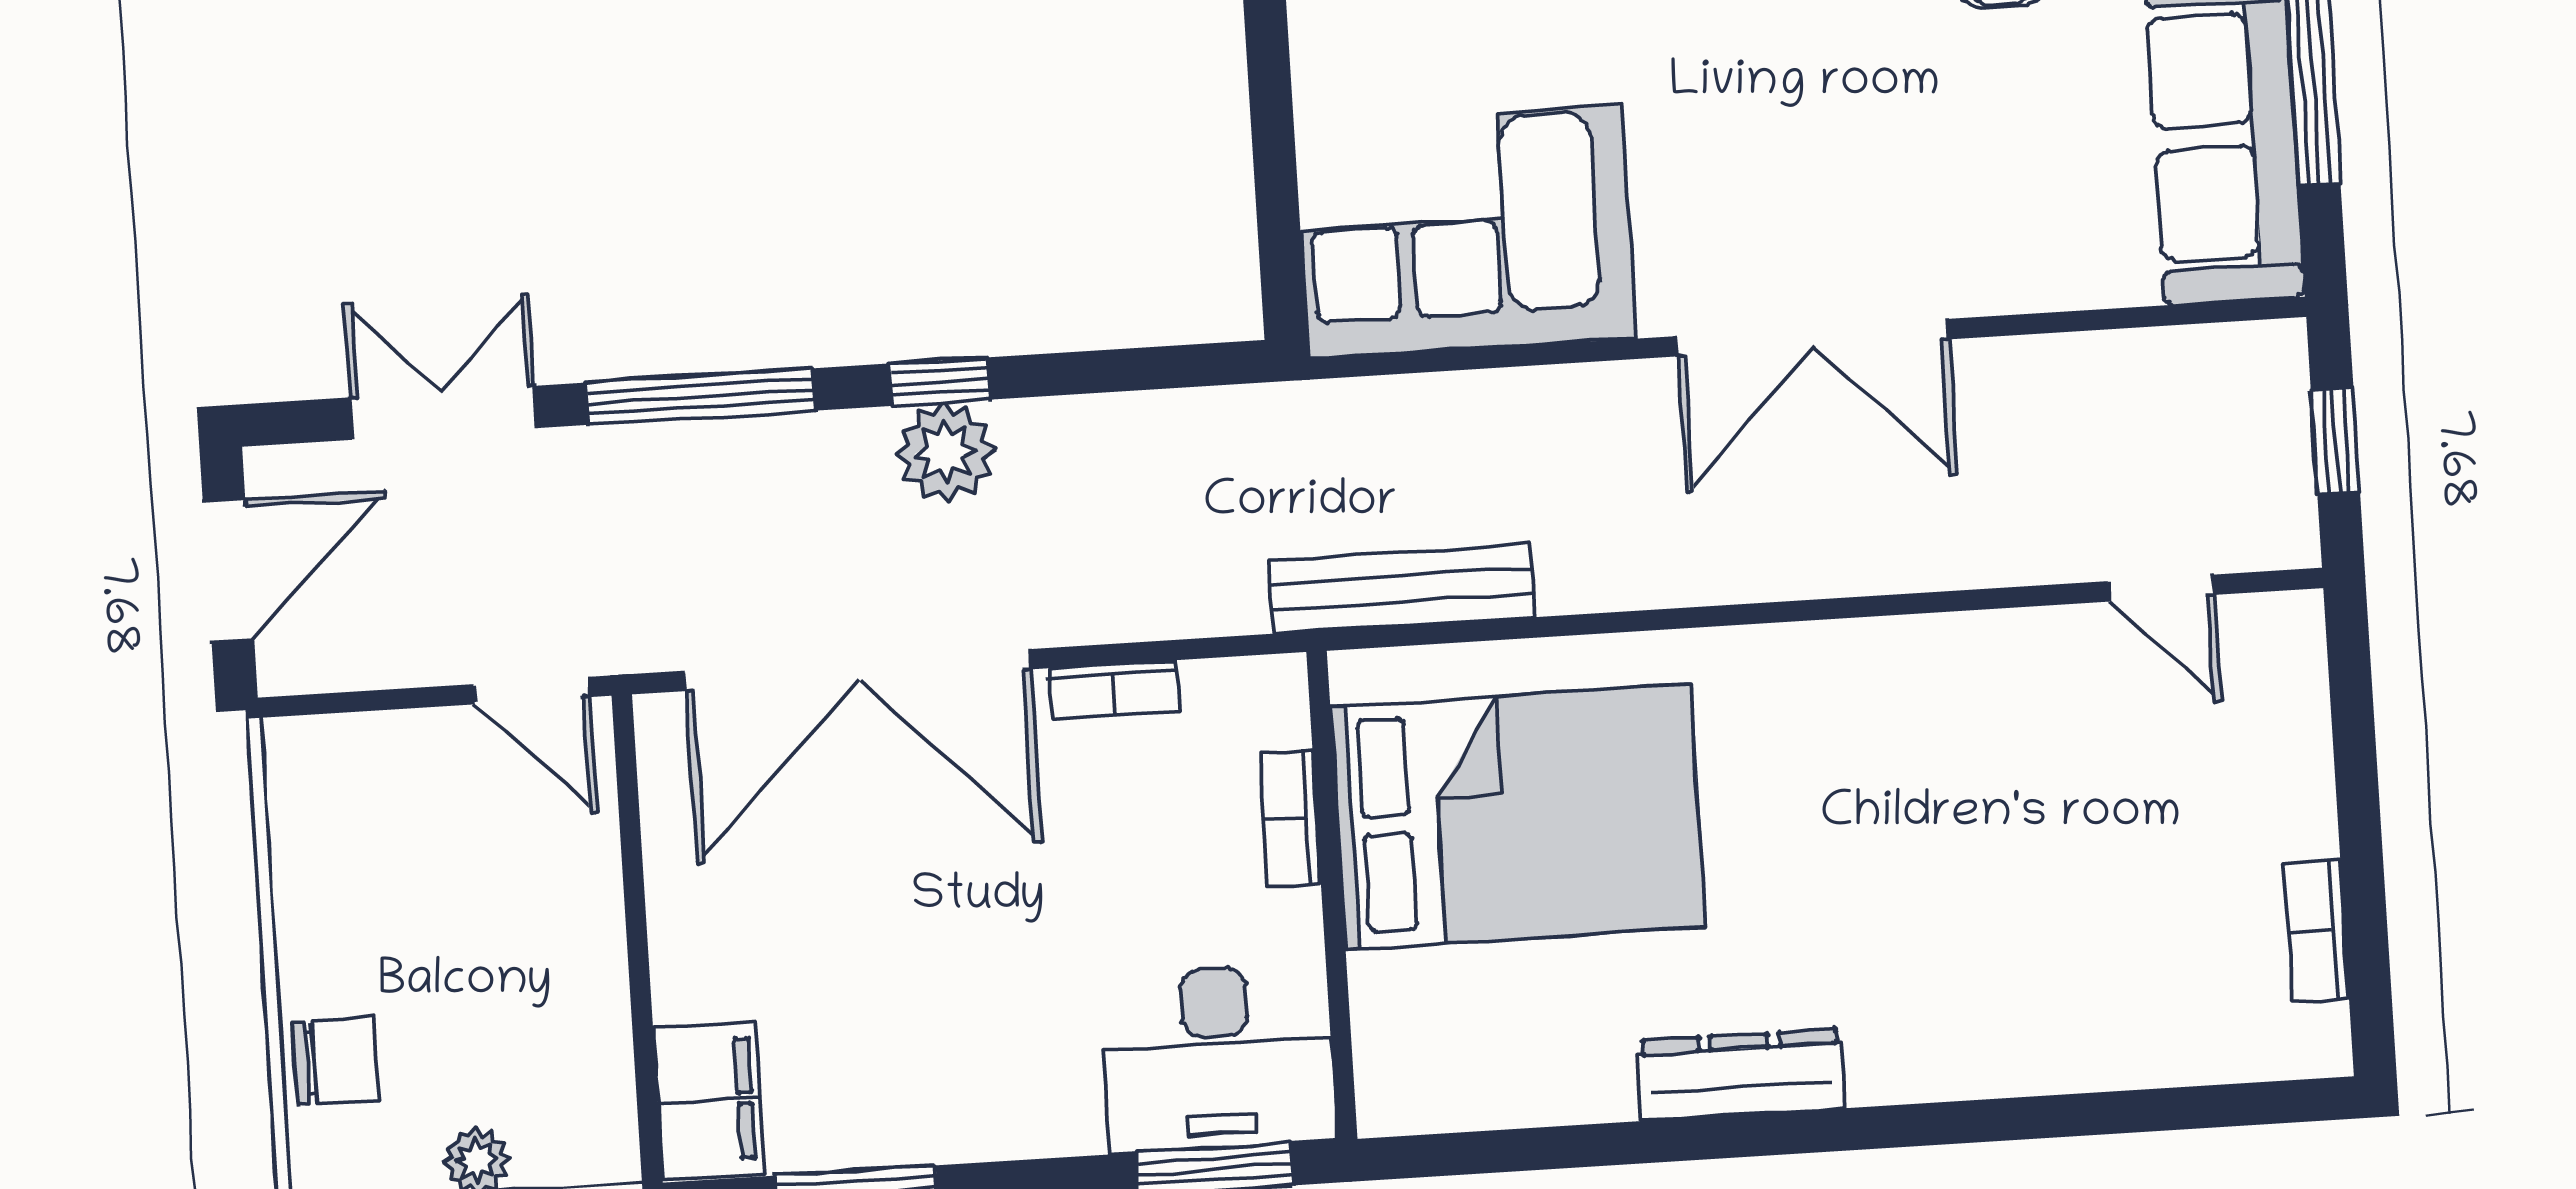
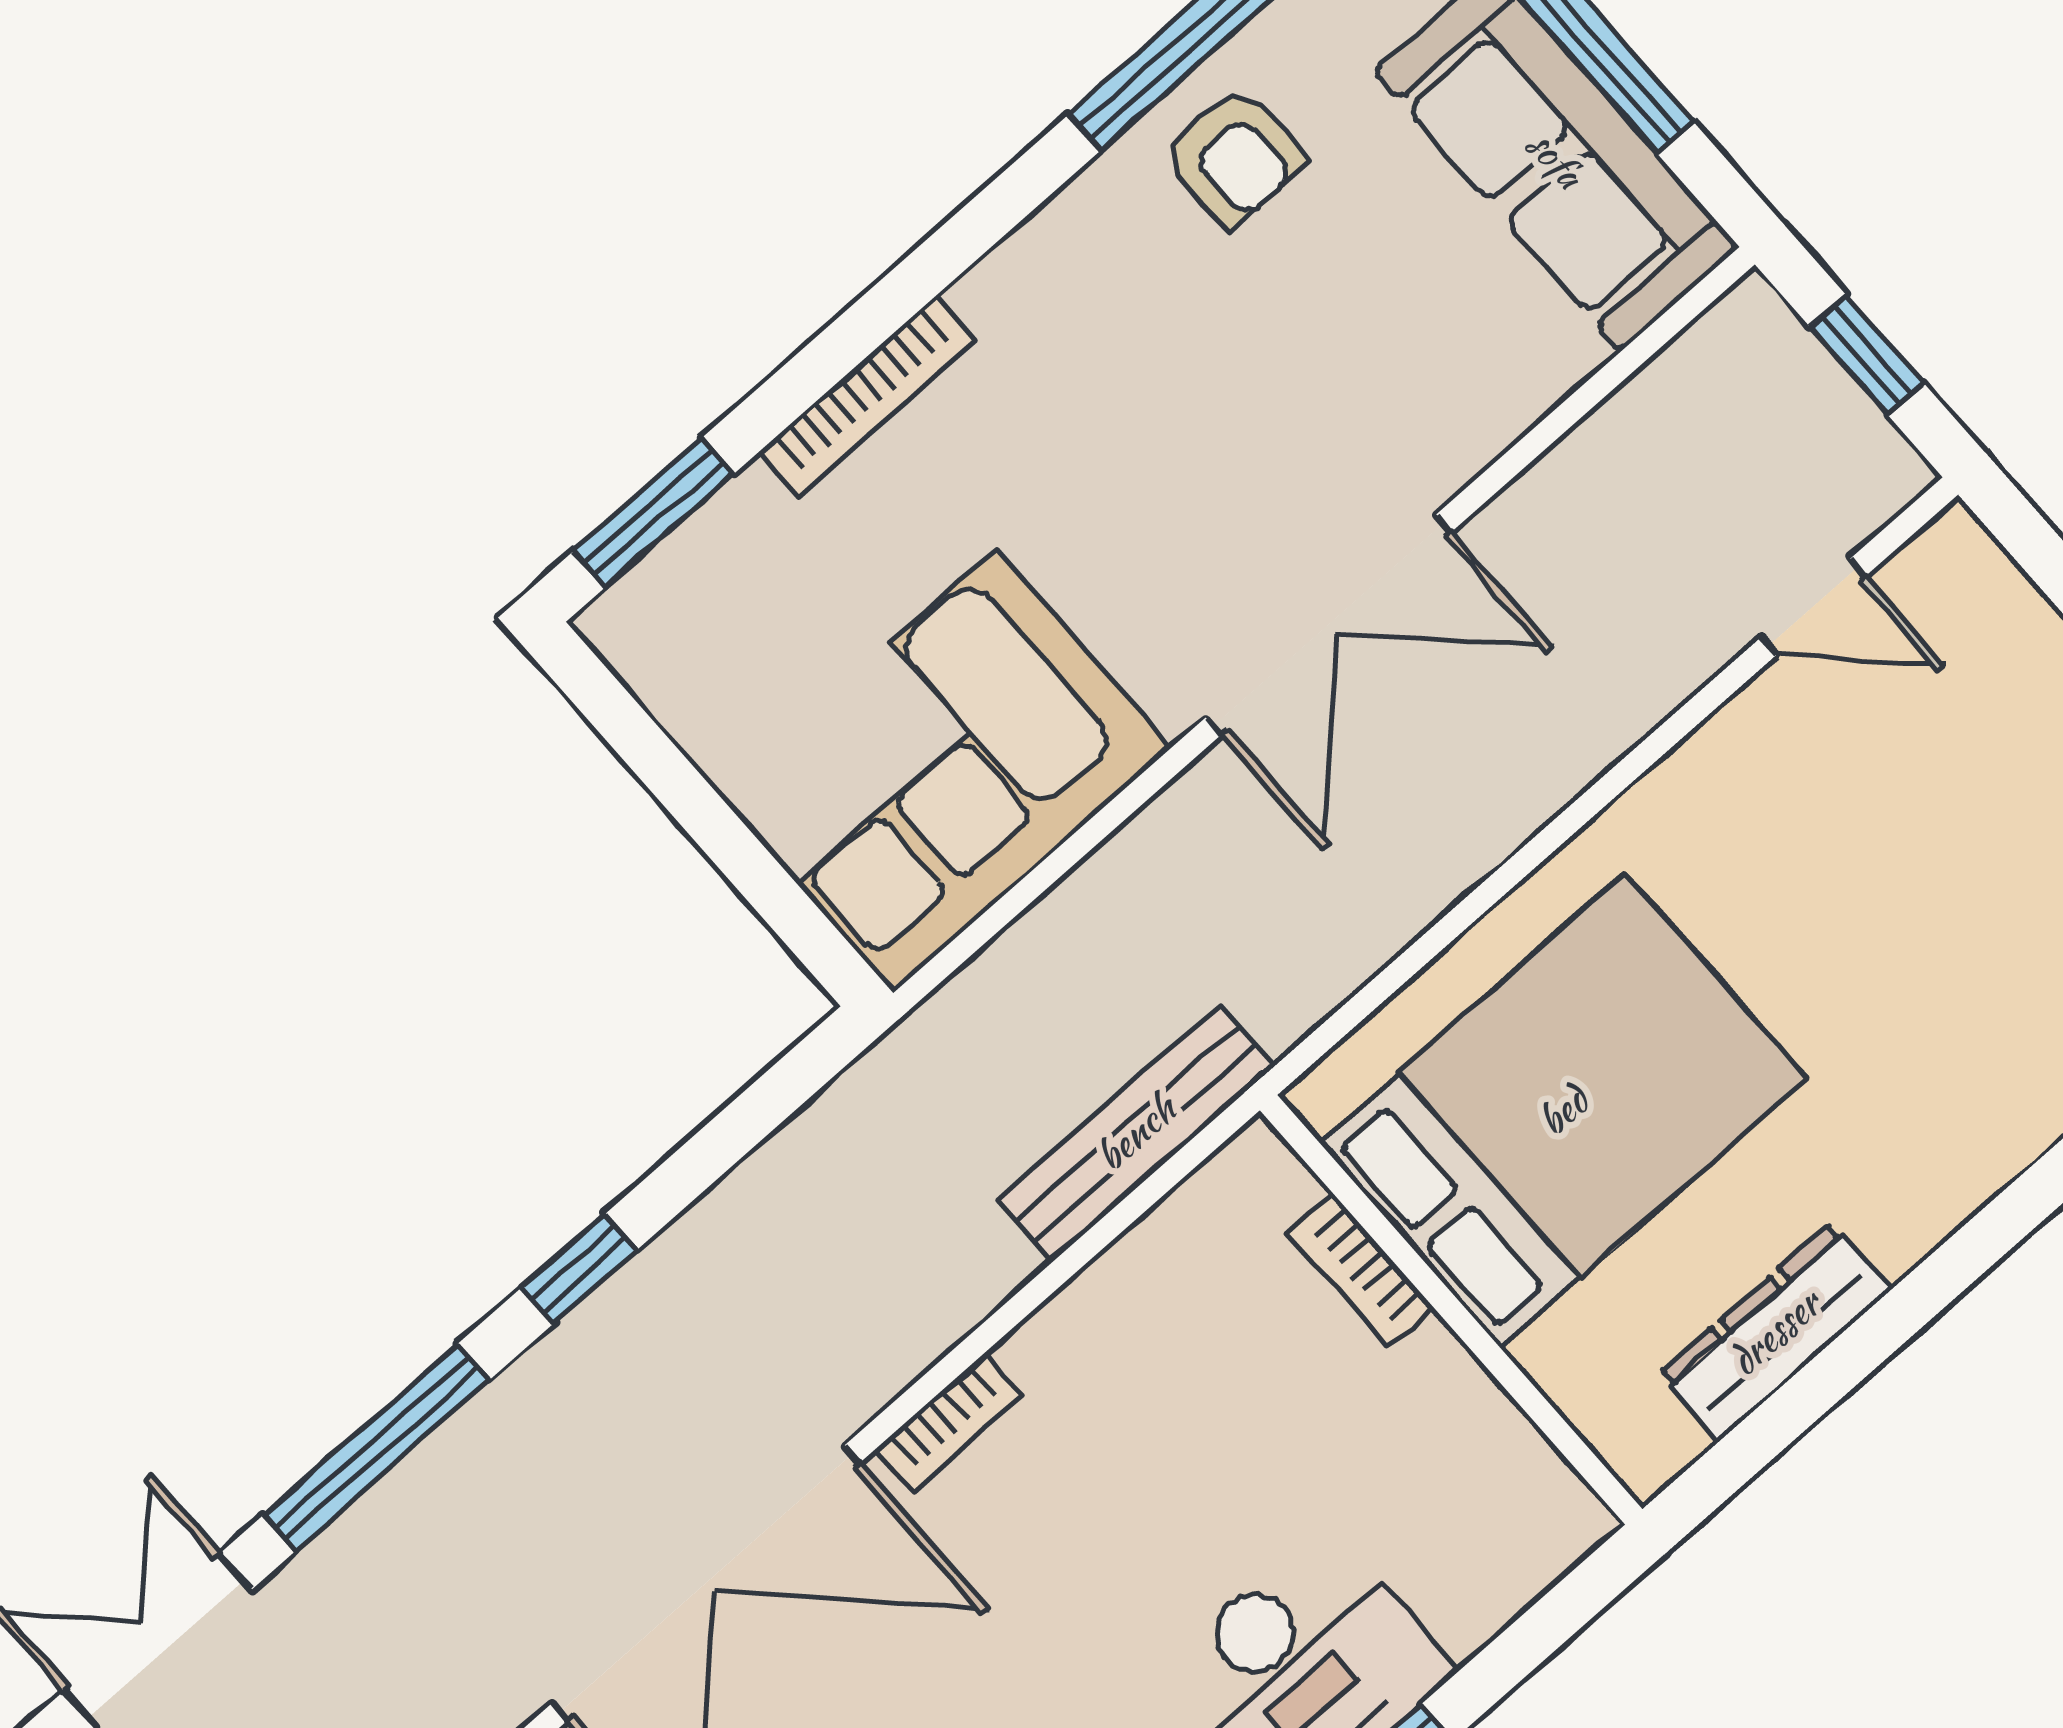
plant: (946, 452) -> (634, 1327), removed
bed: (1518, 817) -> (1563, 1111), moved
bookcase: (1290, 819) -> (1360, 1270), moved
wall: (1332, 895) -> (1451, 1310), moved

